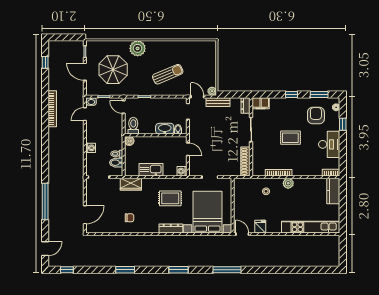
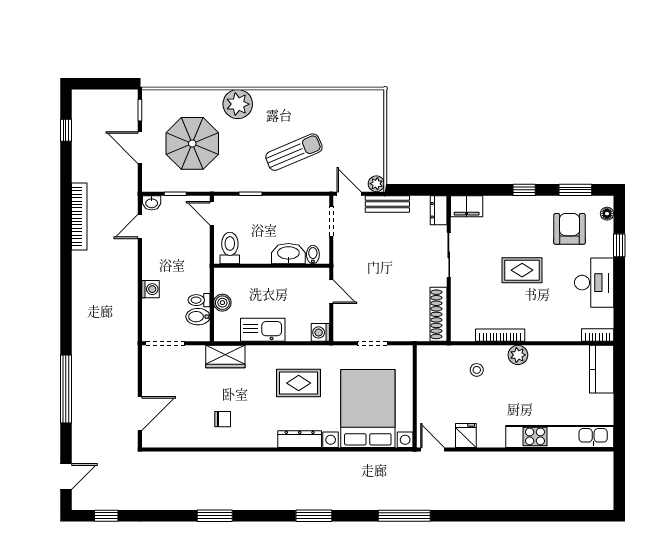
boiler: (129, 141) -> (222, 303), moved

